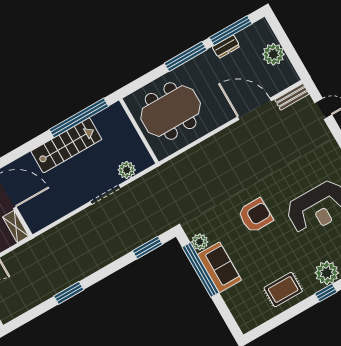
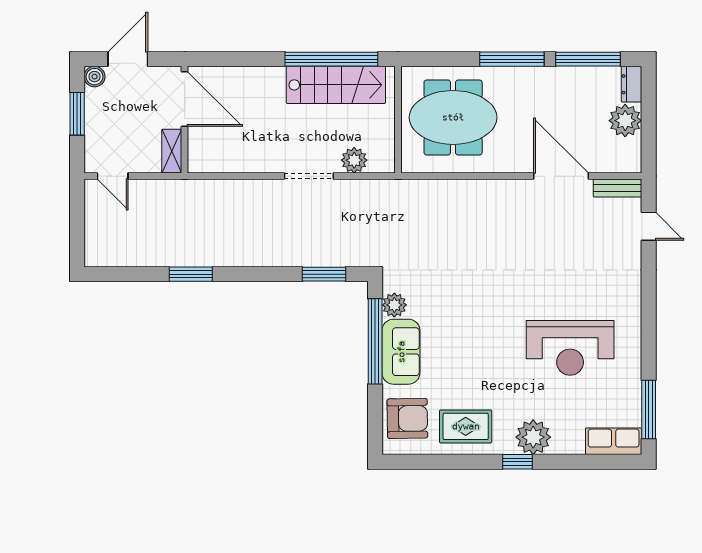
dresser: (226, 47) -> (631, 84), moved, turned 90
stairs: (66, 145) -> (336, 85), moved
armchair: (255, 216) -> (407, 418), moved

